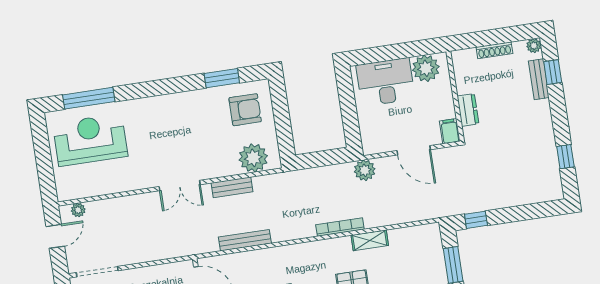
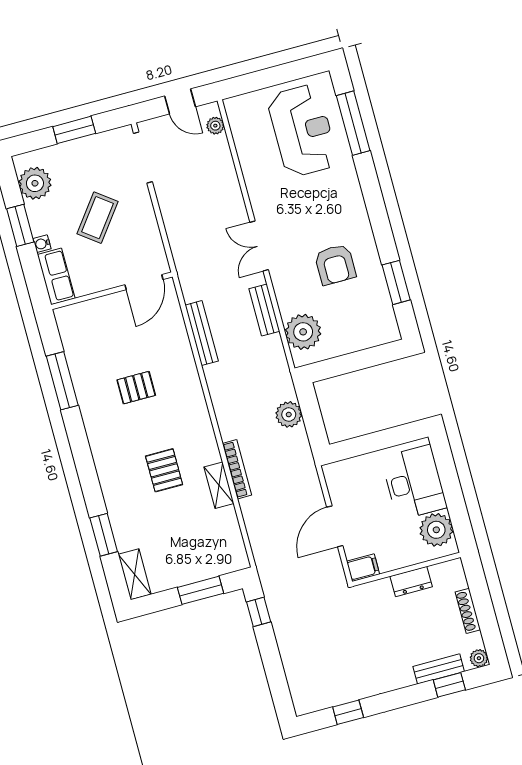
armchair: (245, 110) -> (335, 265), moved
dresser: (468, 110) -> (411, 582), moved
plant: (365, 170) -> (289, 414), moved
bookcase: (340, 227) -> (237, 469), moved

